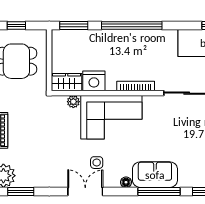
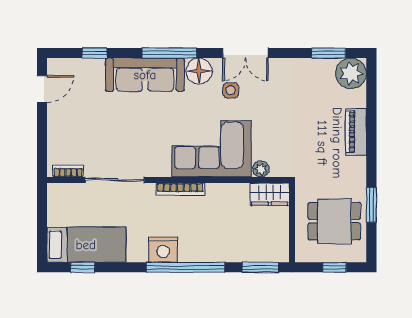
nightstand: (94, 81) -> (163, 249), moved, turned 180
sofa: (155, 175) -> (145, 75), width x1.36
floor lamp: (126, 182) -> (199, 71), width x1.89, depth x1.89
window: (159, 191) -> (169, 53), moved

